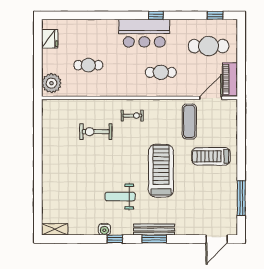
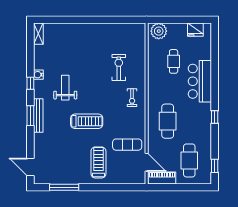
bar counter: (144, 33) -> (200, 81), moved
cafe table: (161, 72) -> (168, 121), width x1.37, depth x1.35
treadmill: (161, 171) -> (87, 121), width x0.73, depth x0.73

